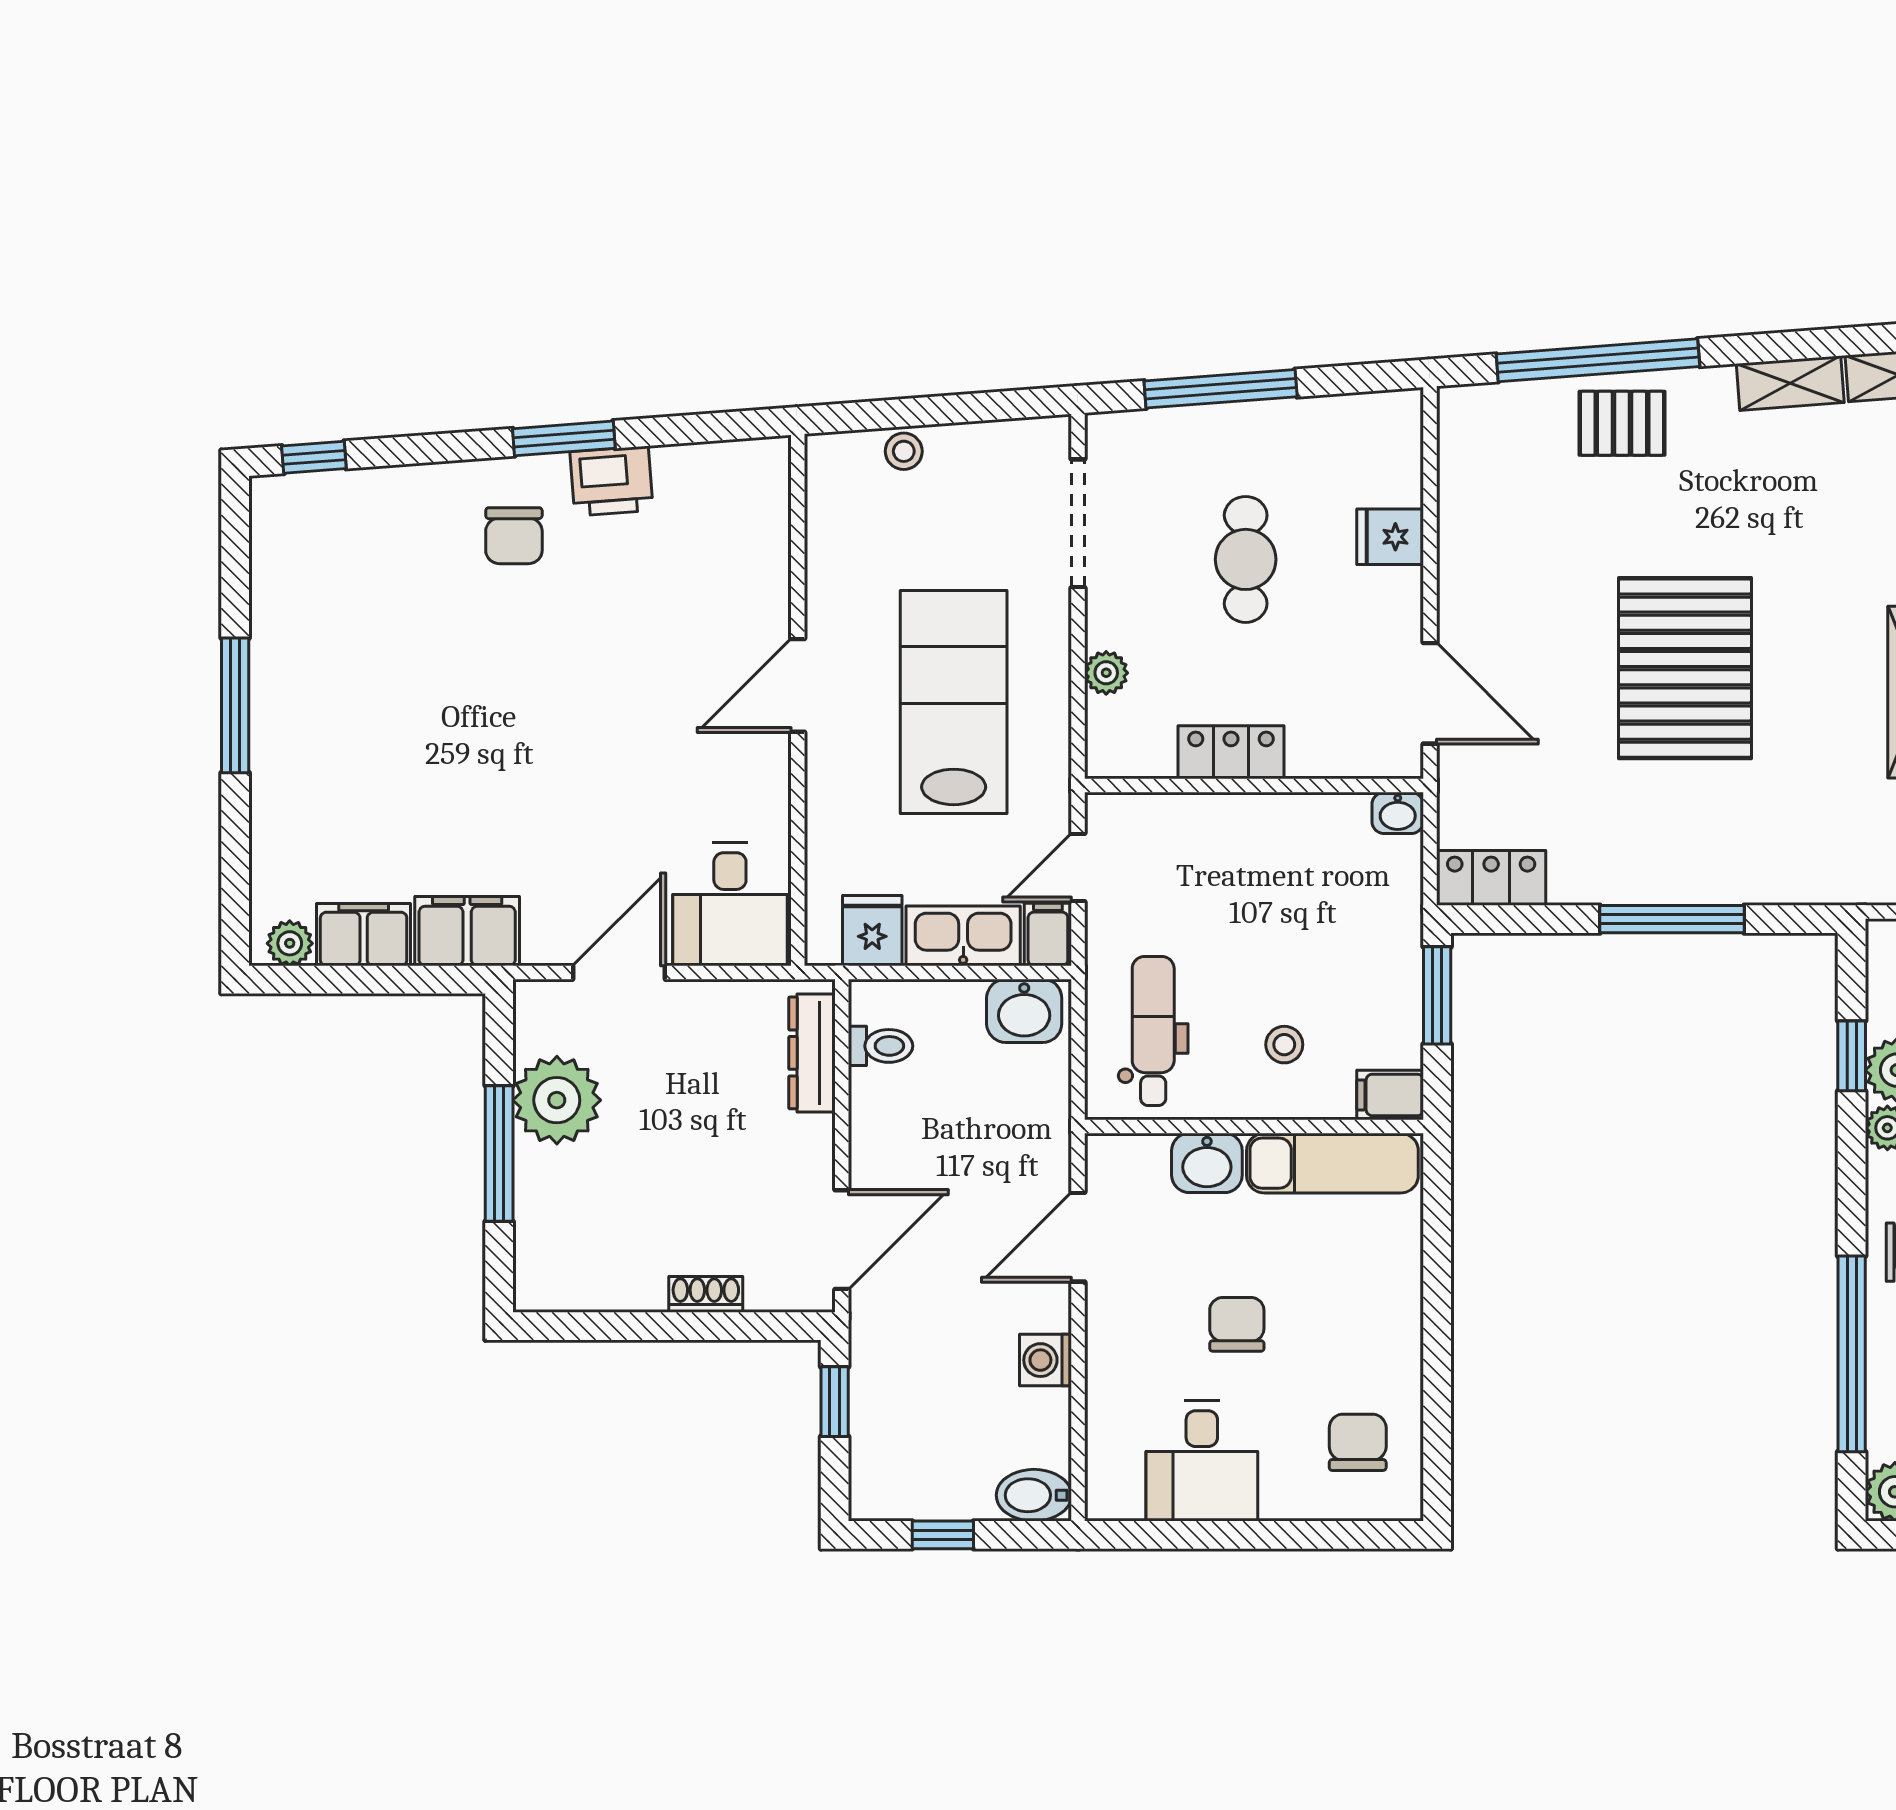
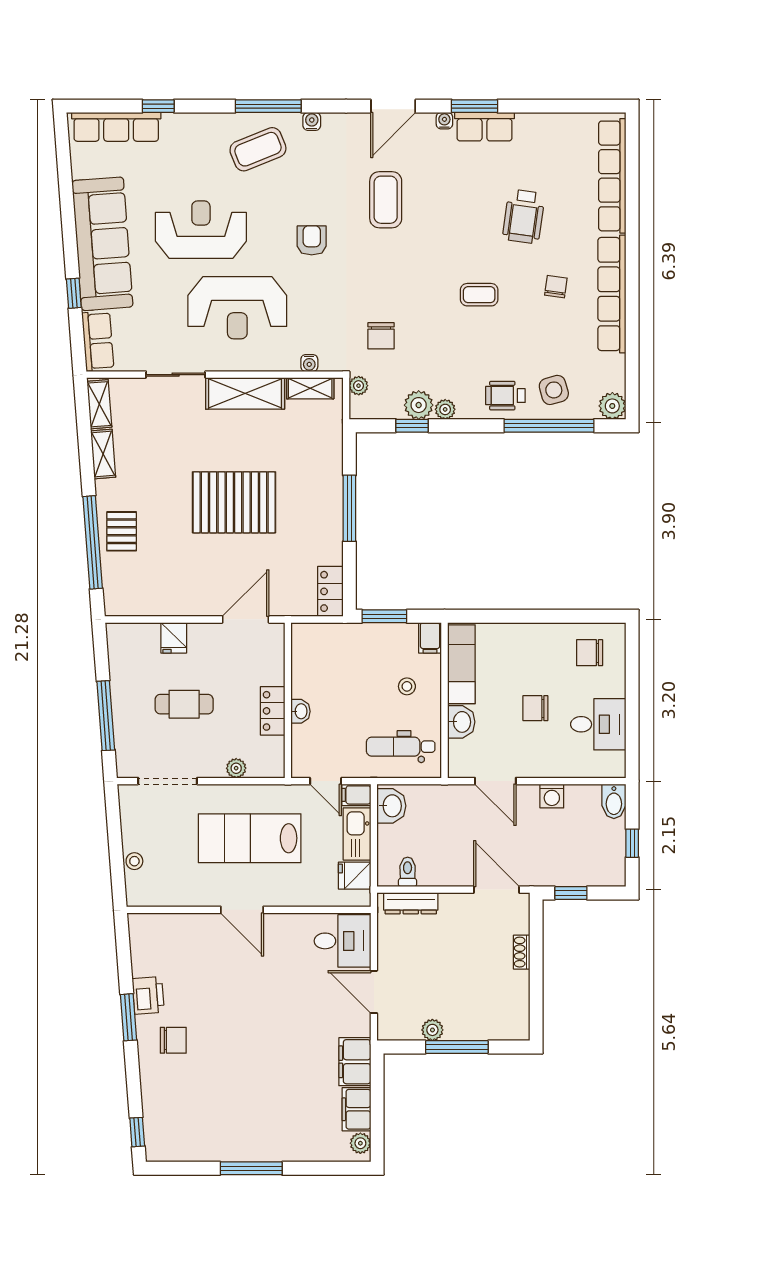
washbasin: (1398, 813) -> (301, 711), moved
plant: (557, 1100) -> (432, 1030), width x0.53, depth x0.53

